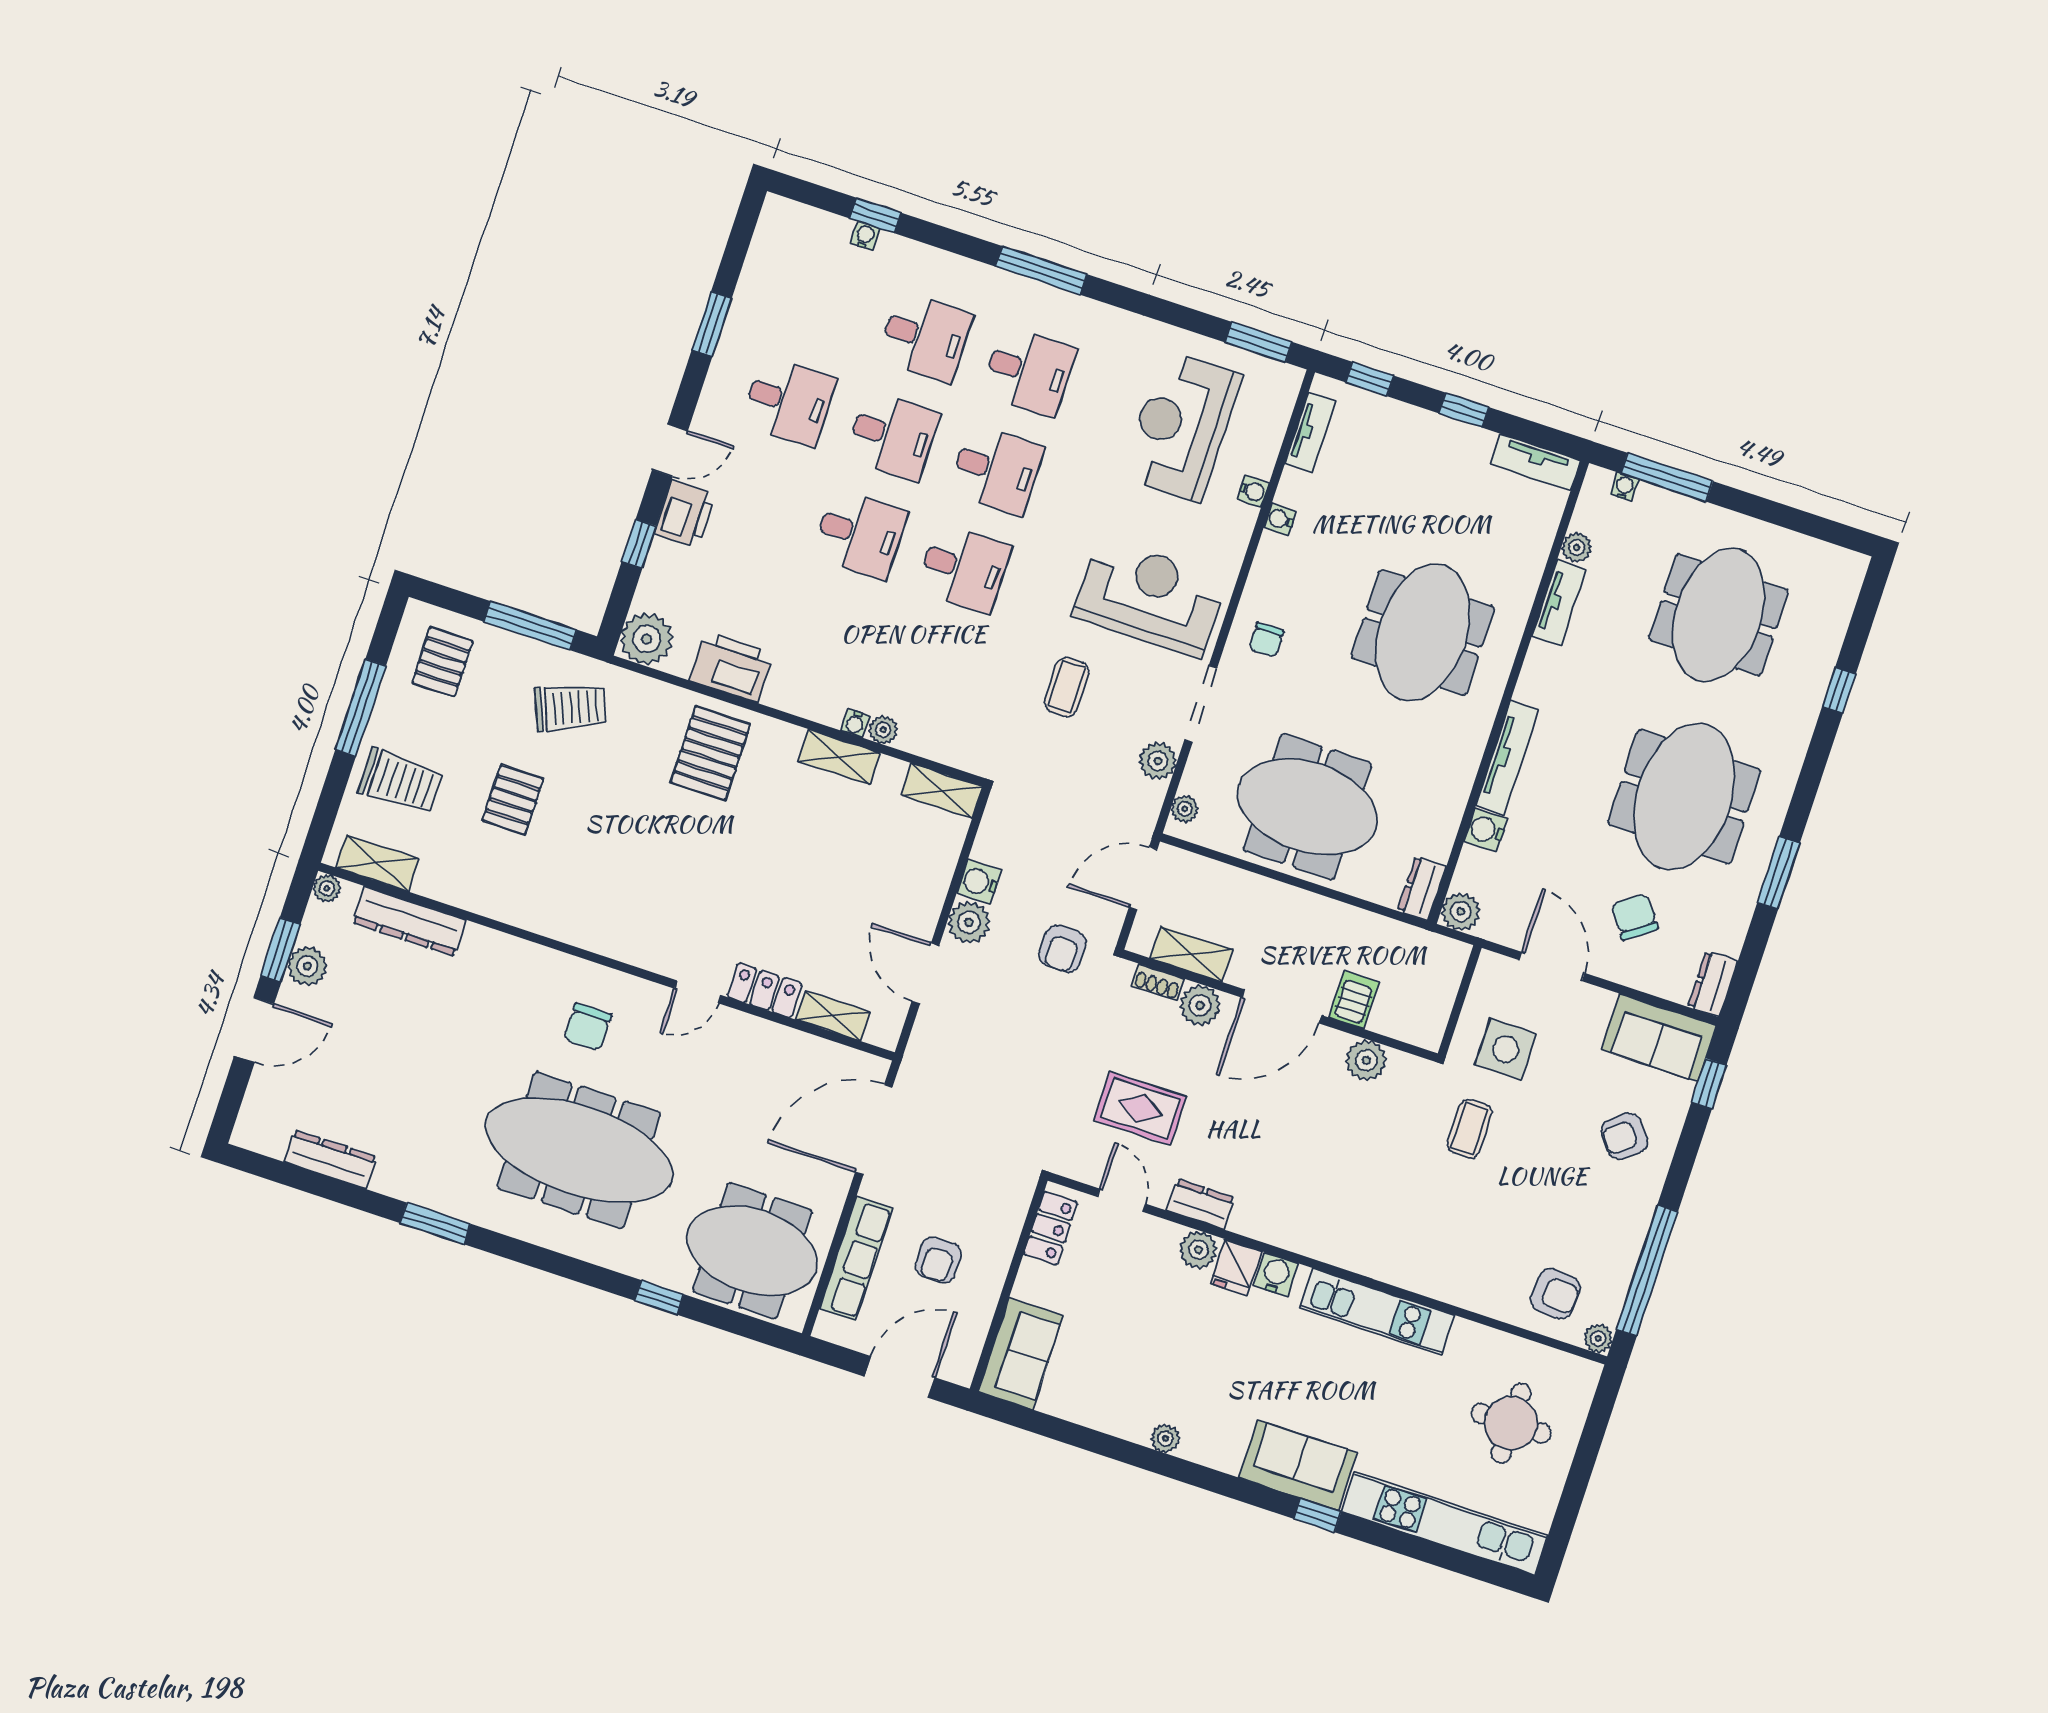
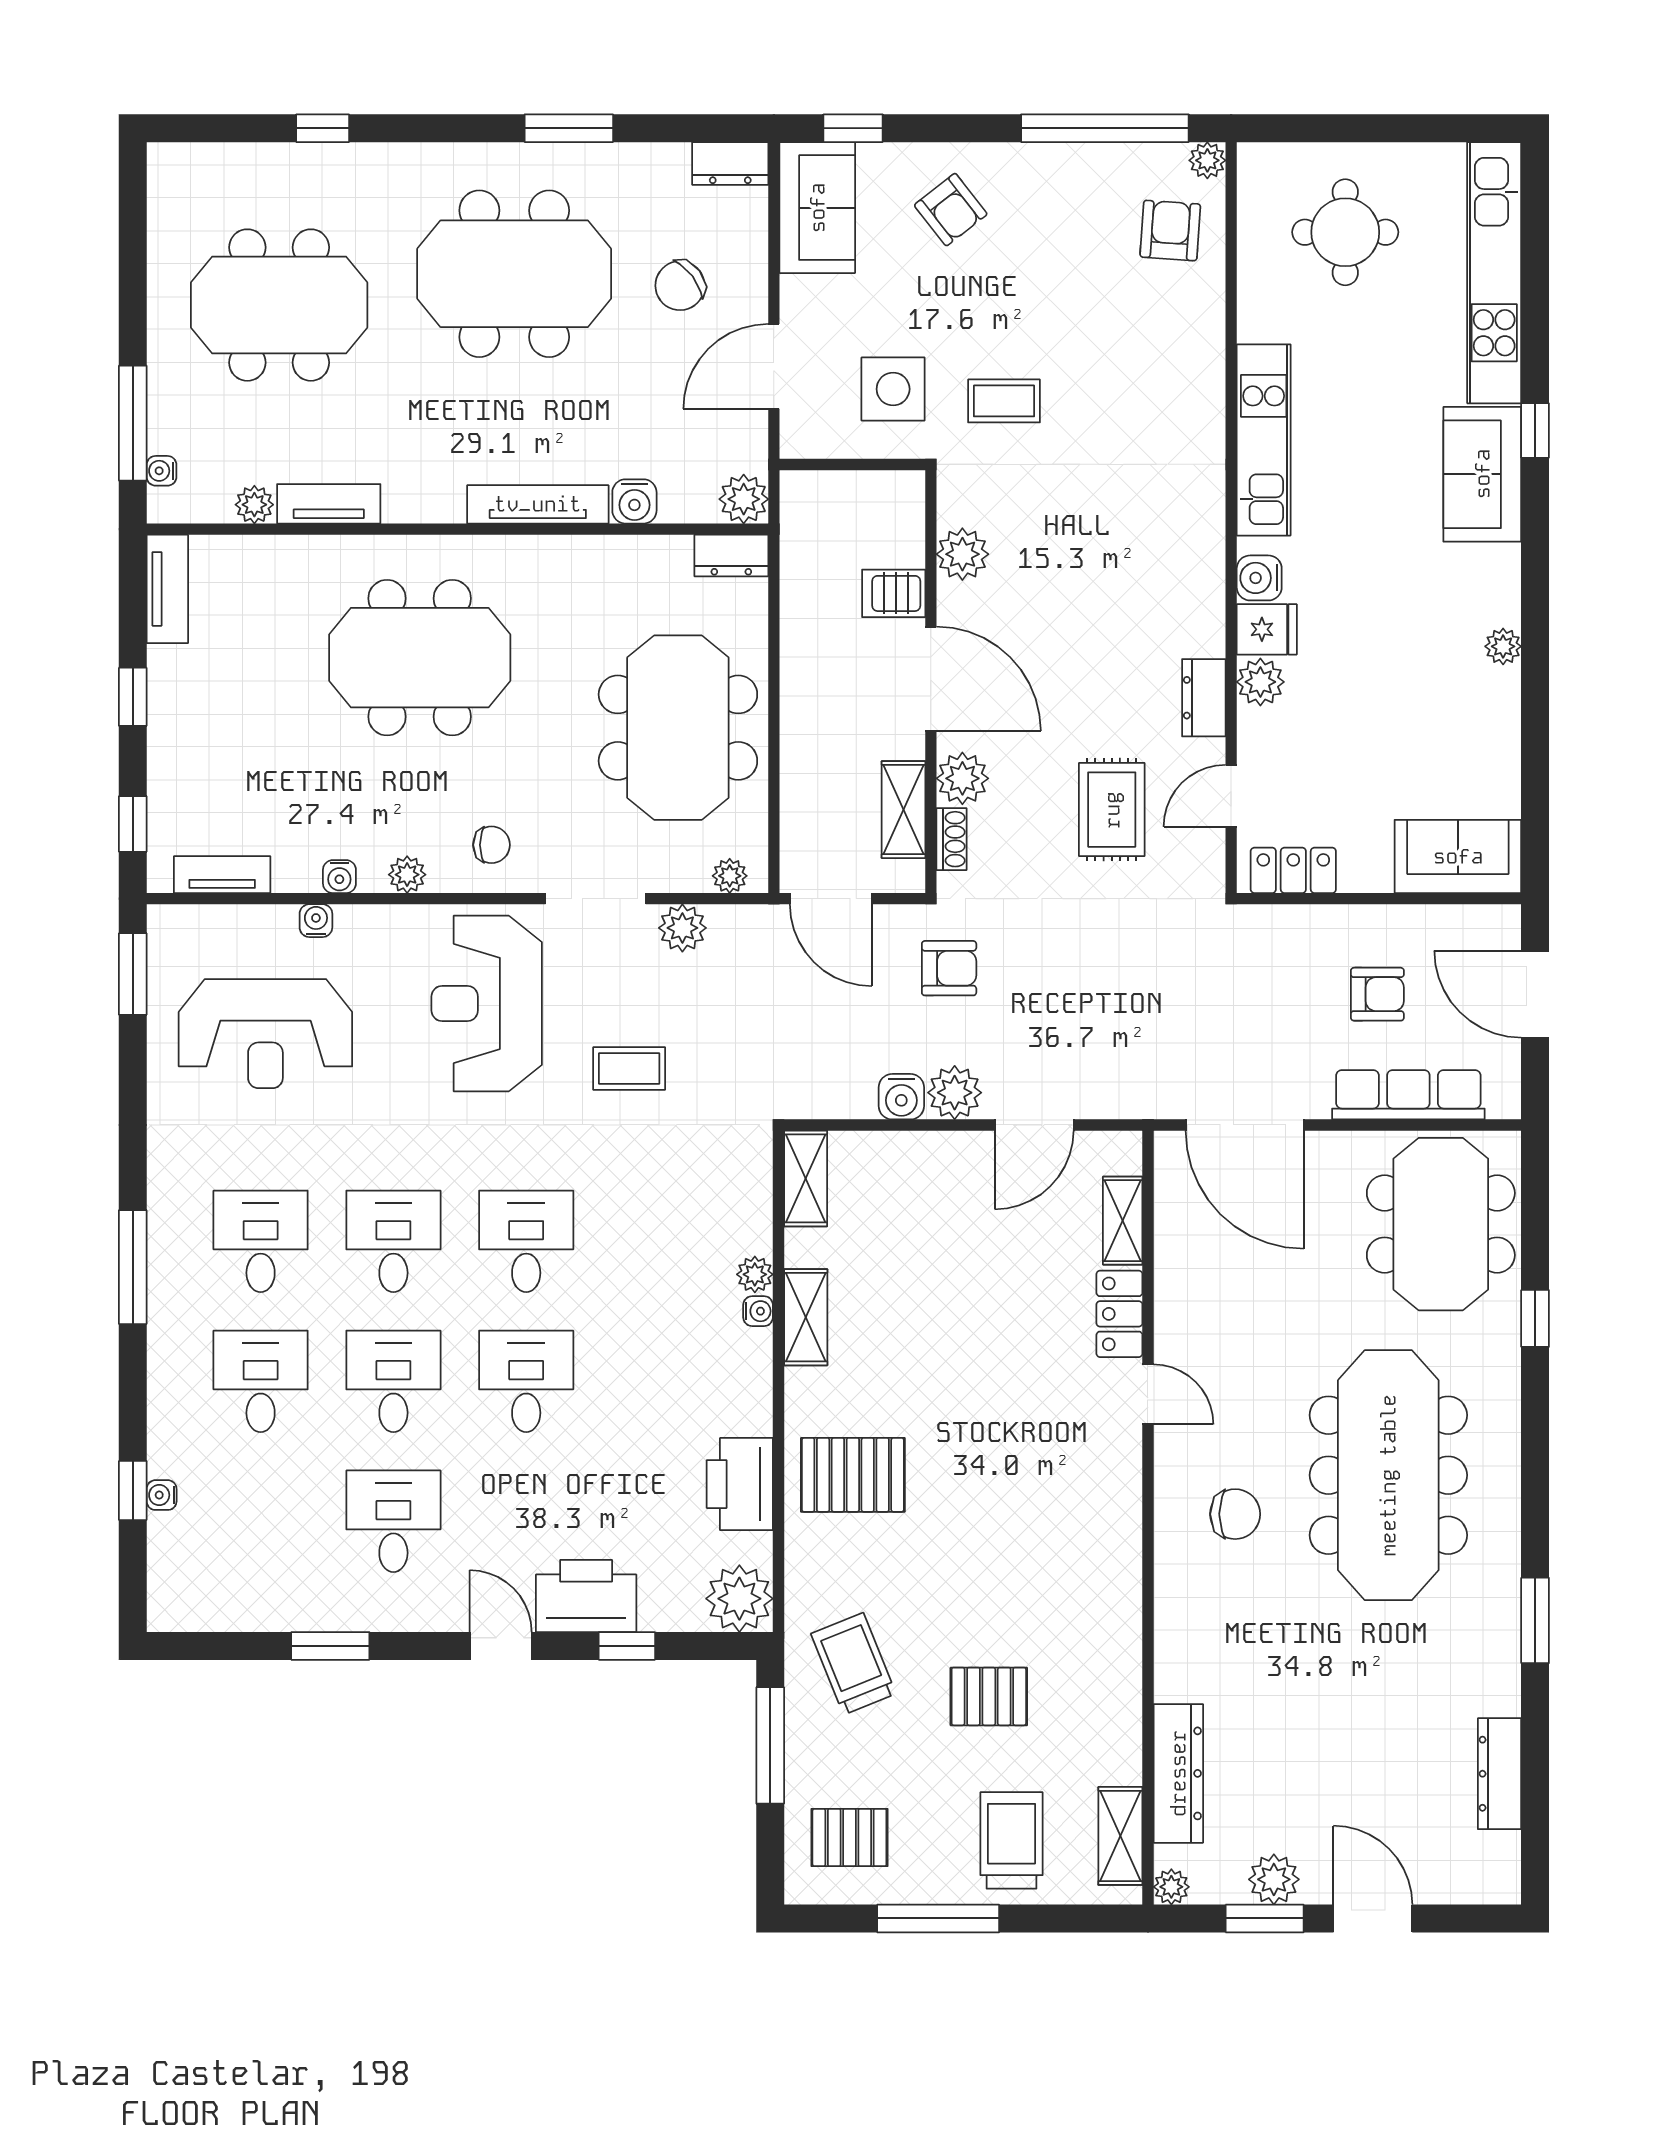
printer: (685, 514) -> (586, 1596), width x1.37, depth x1.19
plant: (1265, 570) -> (407, 875), added

